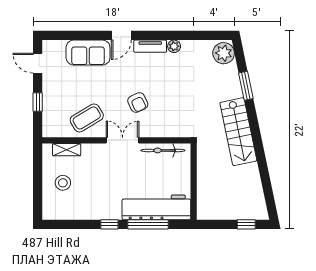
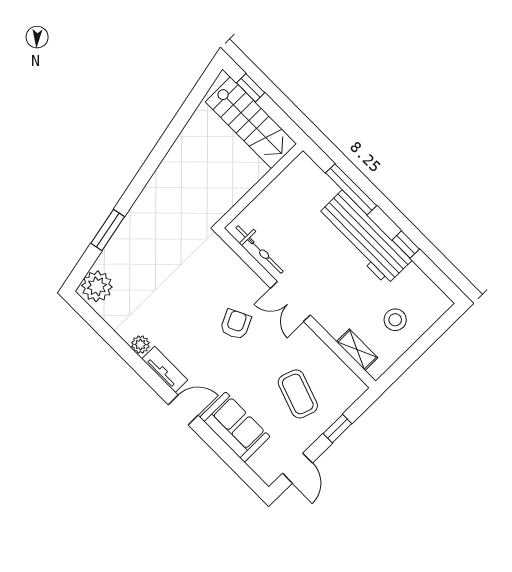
coffee table: (87, 118) -> (298, 394), moved, turned 50
stairs: (238, 132) -> (251, 123), moved, turned 102
workbench: (156, 207) -> (364, 238), moved
window: (109, 224) -> (406, 245), moved

